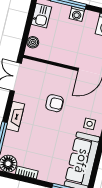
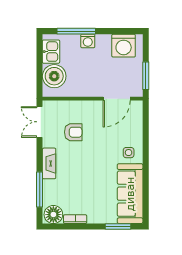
boiler: (33, 42) -> (54, 76), width x1.86, depth x1.86
armchair: (55, 103) -> (73, 132), moved

